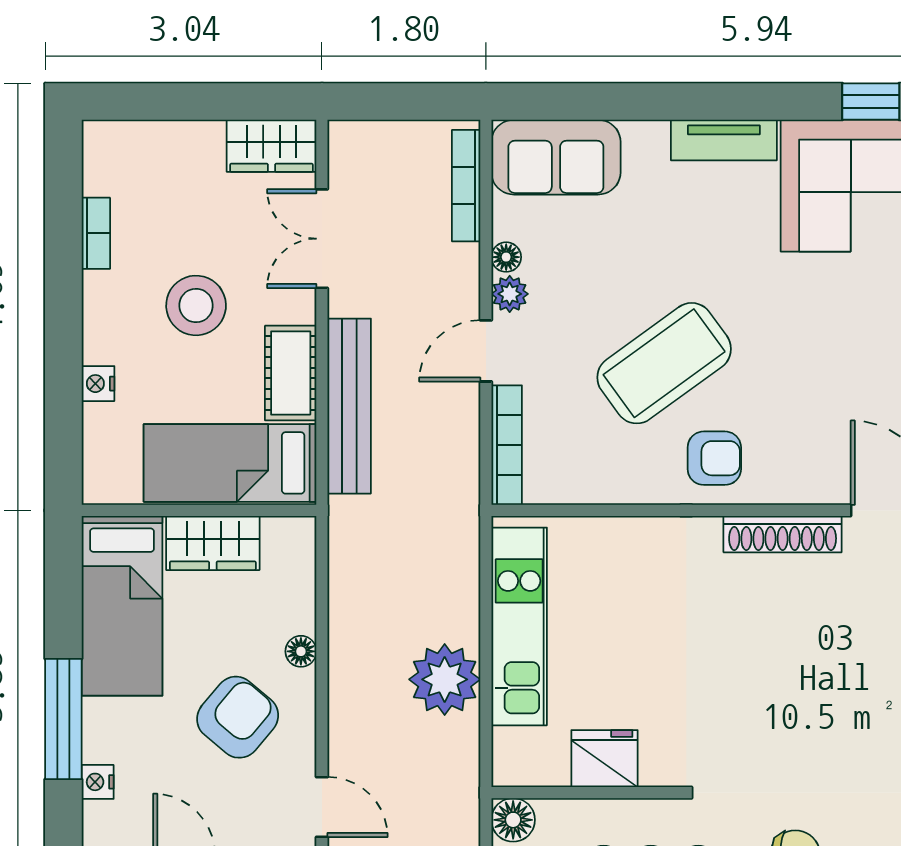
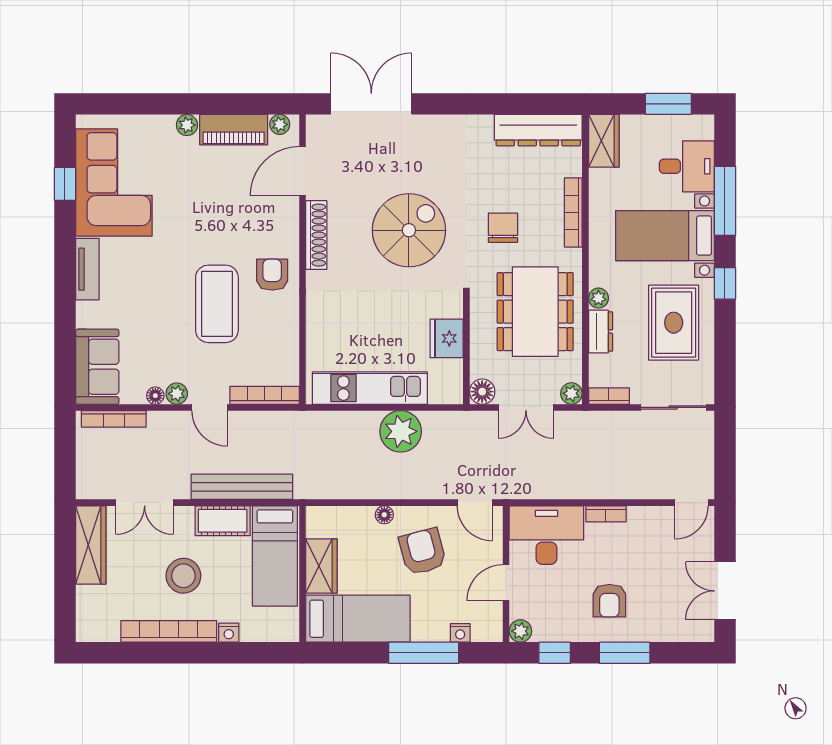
wardrobe: (272, 146) -> (91, 545), width x1.50
bookcase: (96, 233) -> (169, 631), width x2.31, depth x1.31
coffee table: (664, 363) -> (217, 304), turned 36
spiral stairs: (791, 694) -> (409, 230), added
armchair: (238, 717) -> (423, 552), turned 35
door: (322, 807) -> (475, 503), swing flipped

